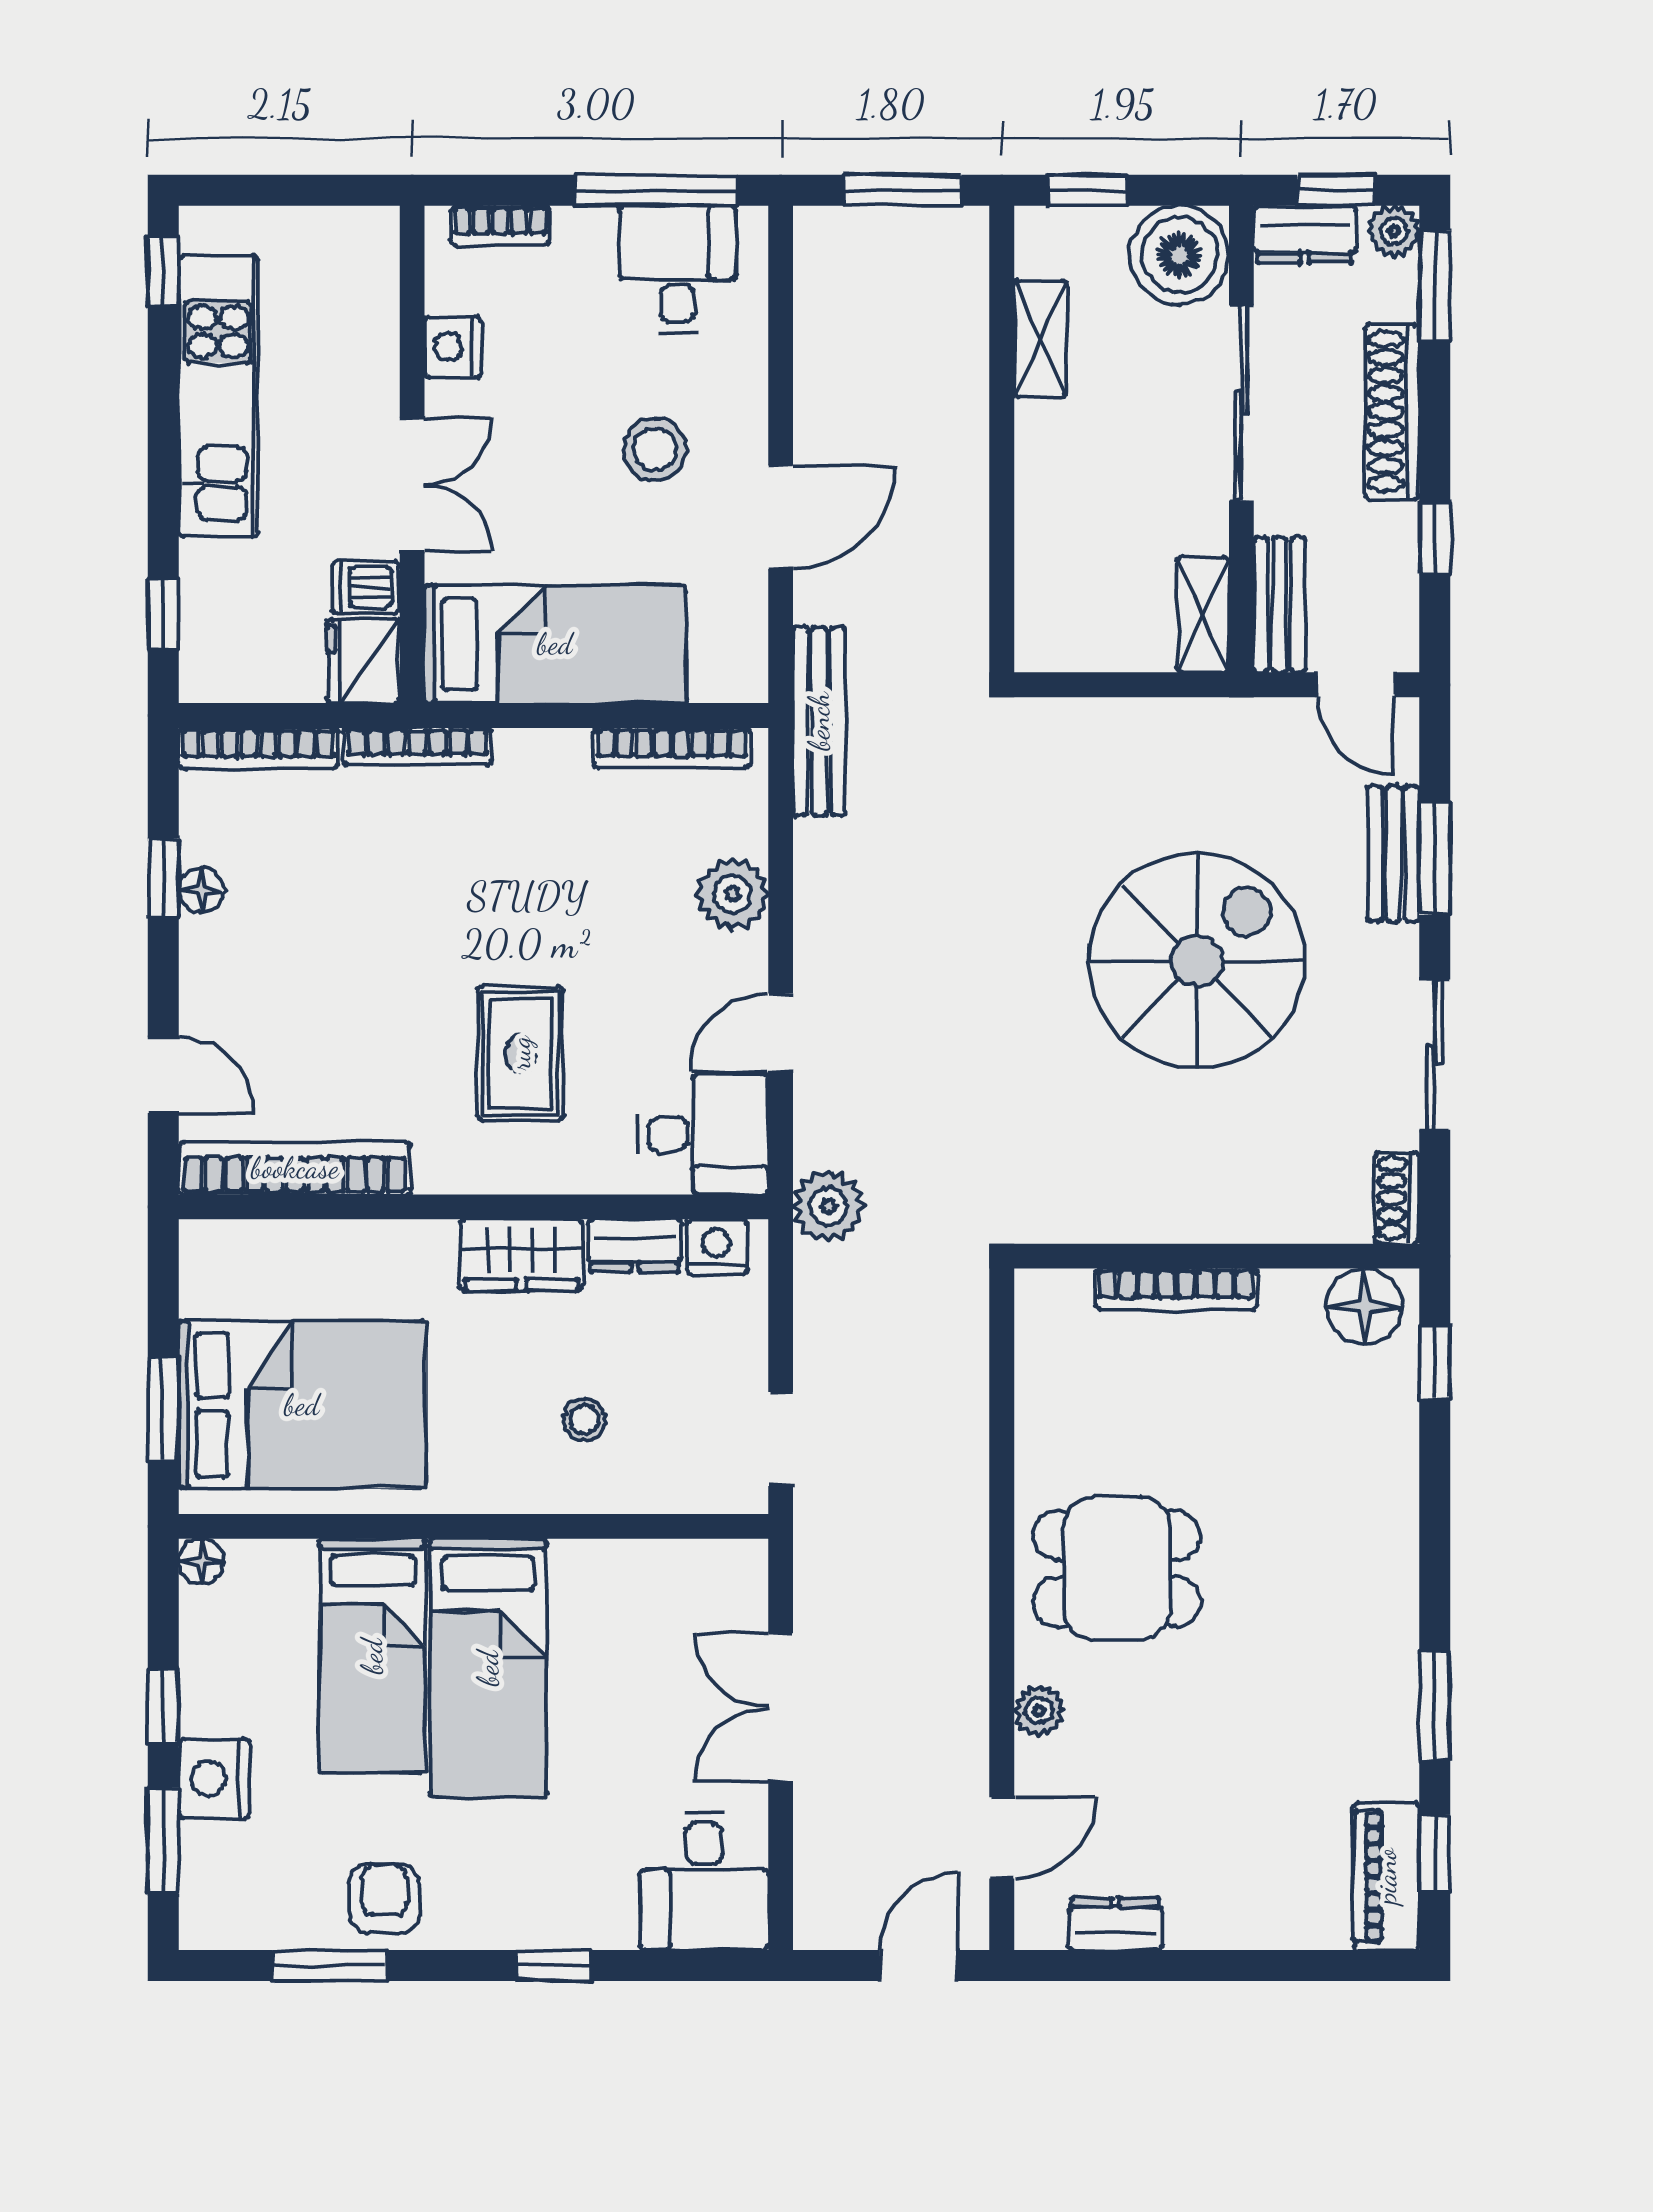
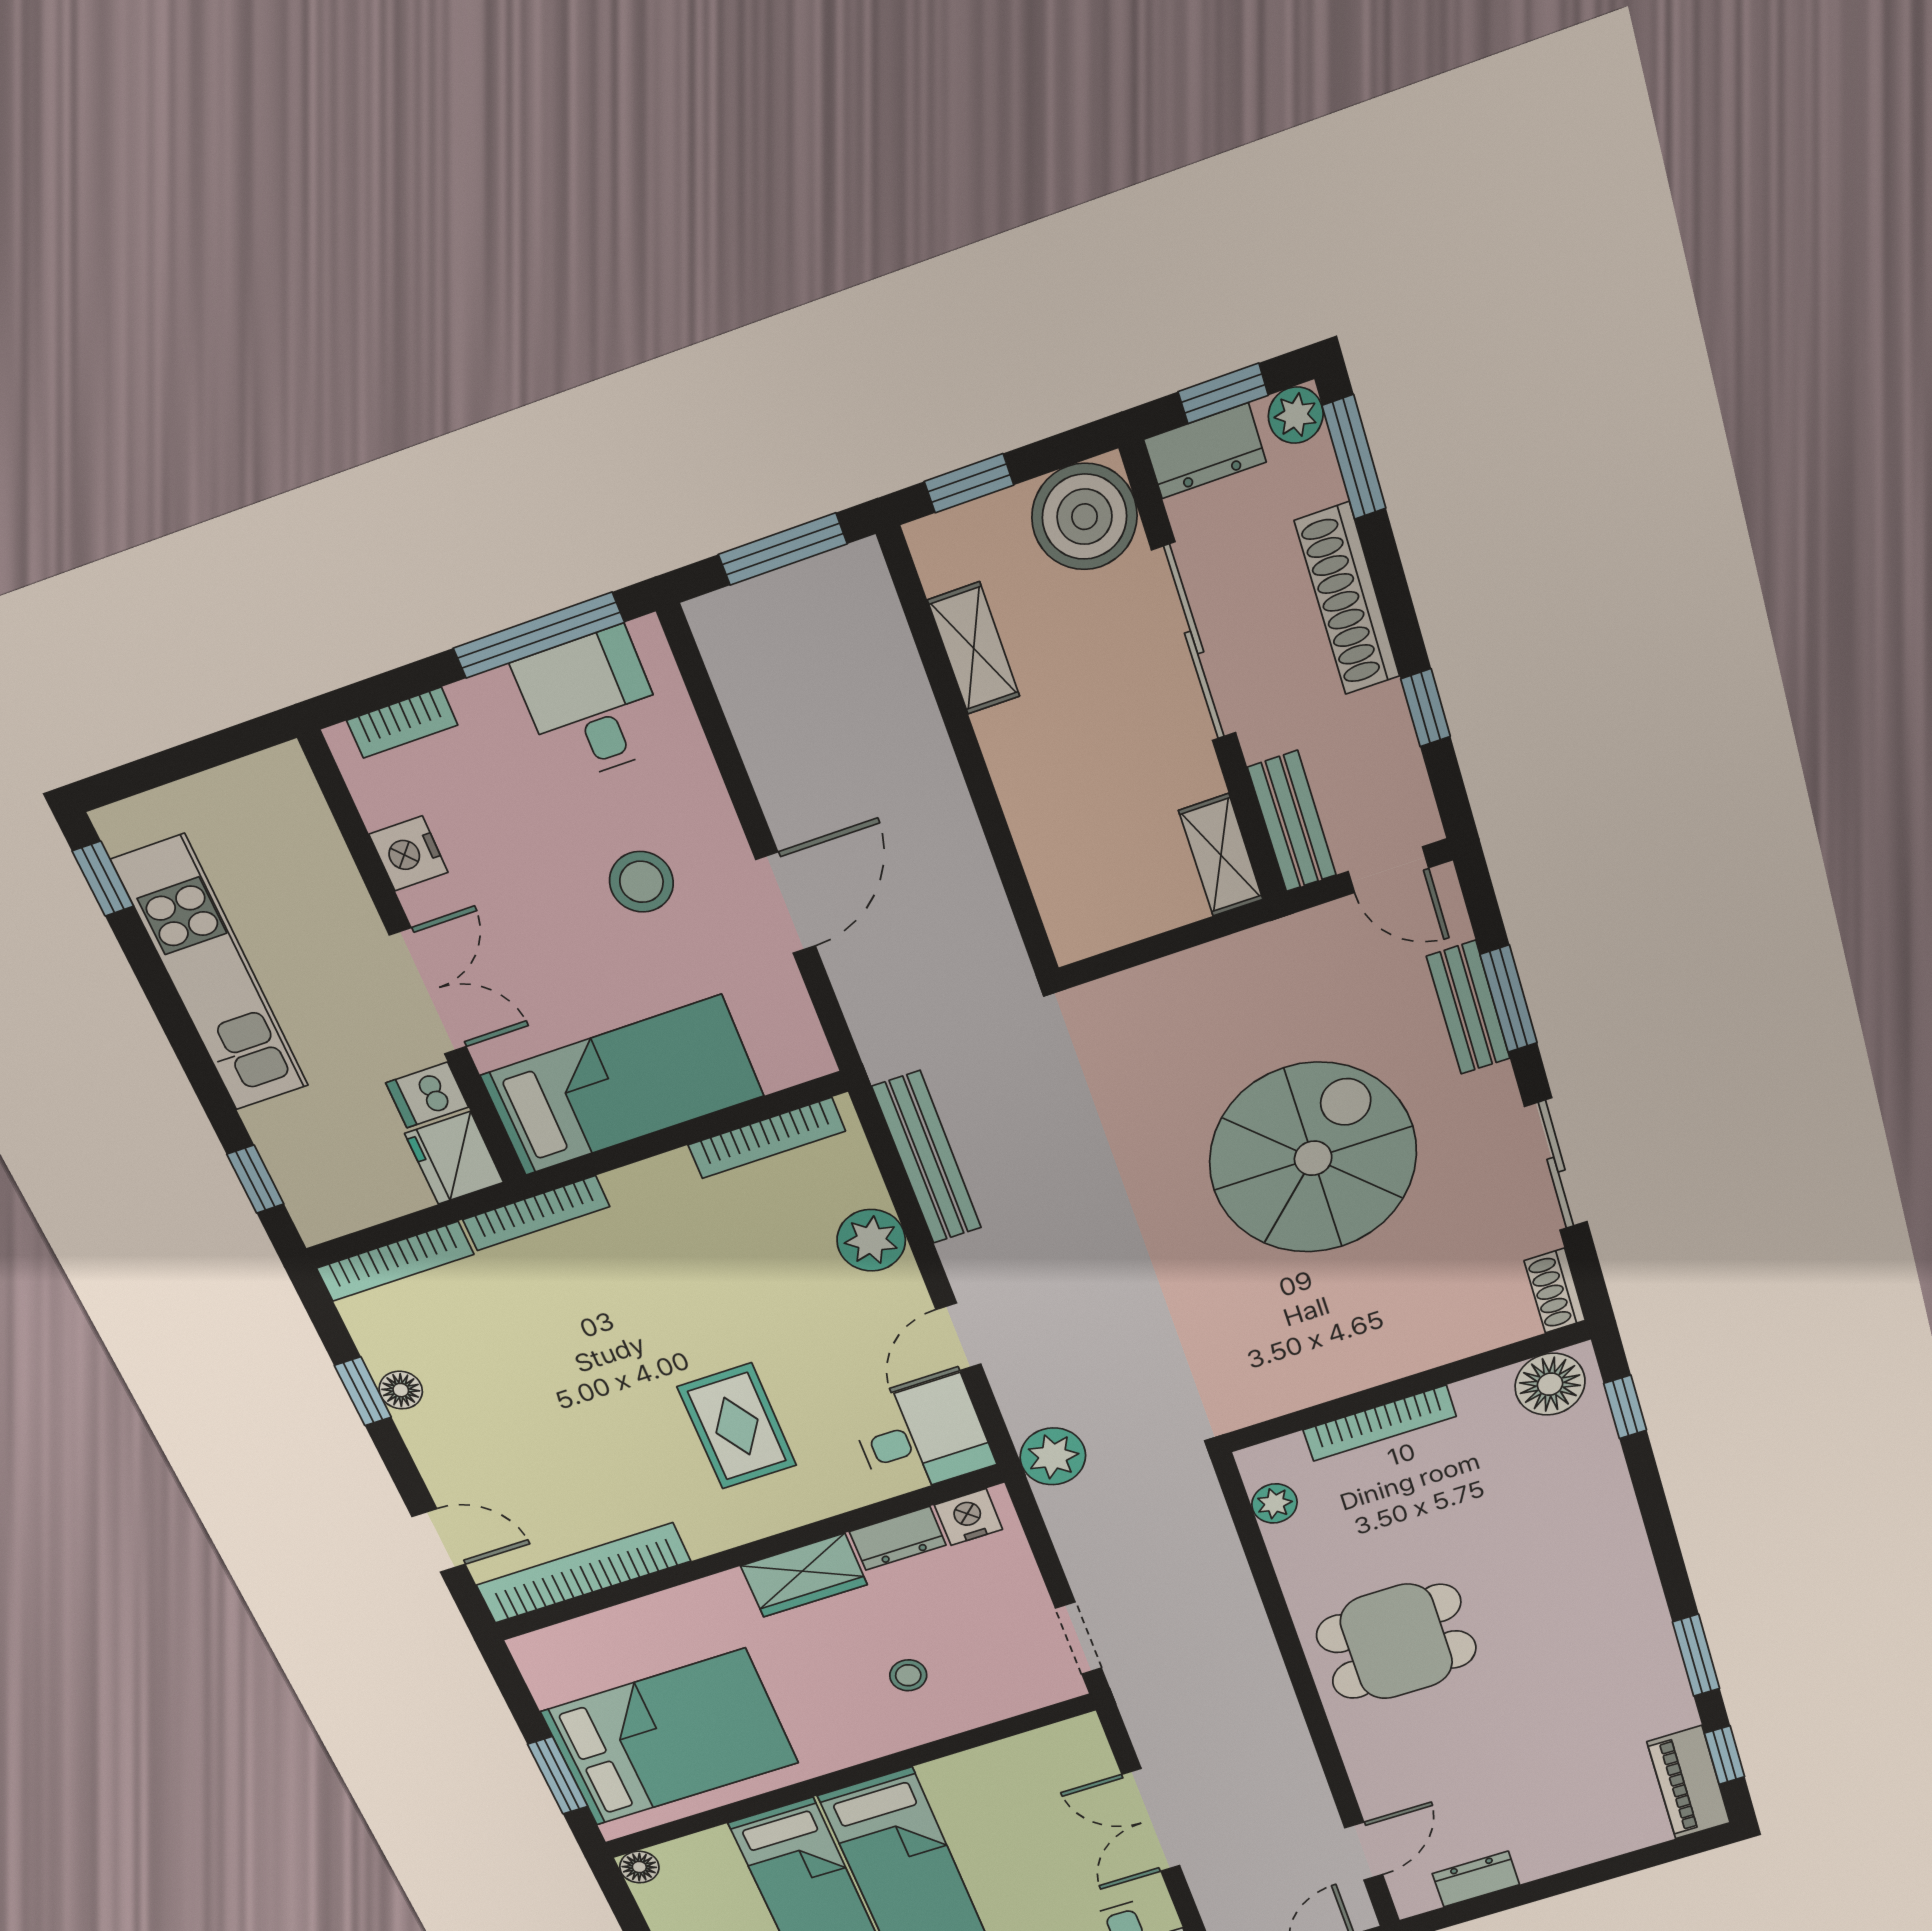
bench: (819, 721) -> (927, 1158), moved
plant: (1039, 1711) -> (1274, 1503), moved

